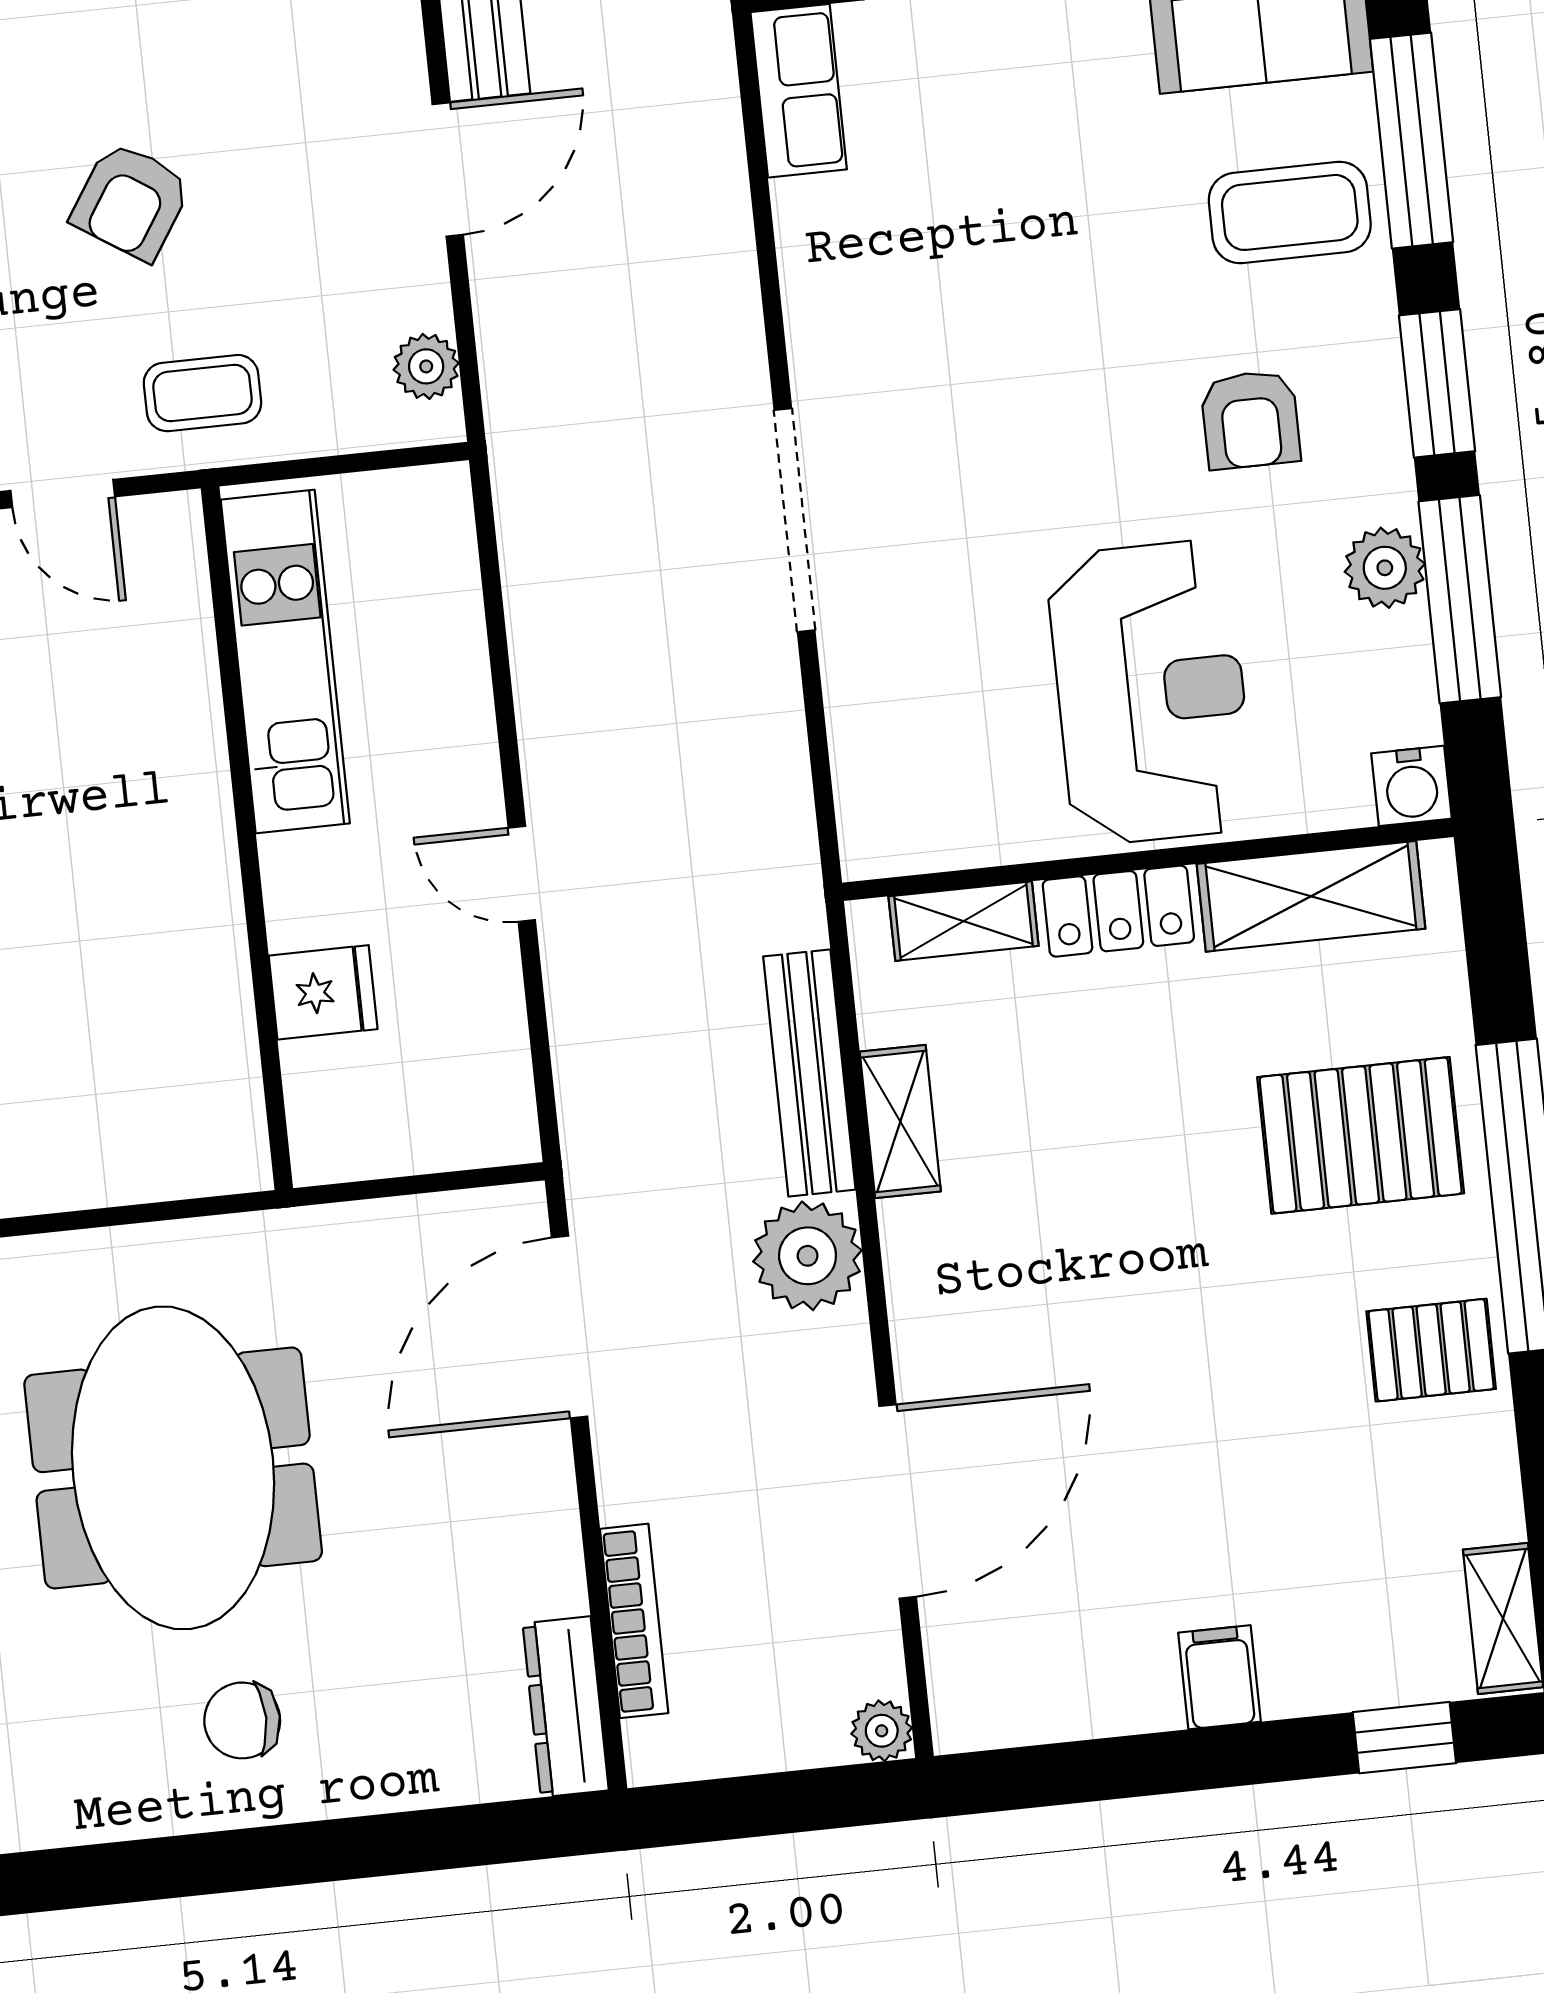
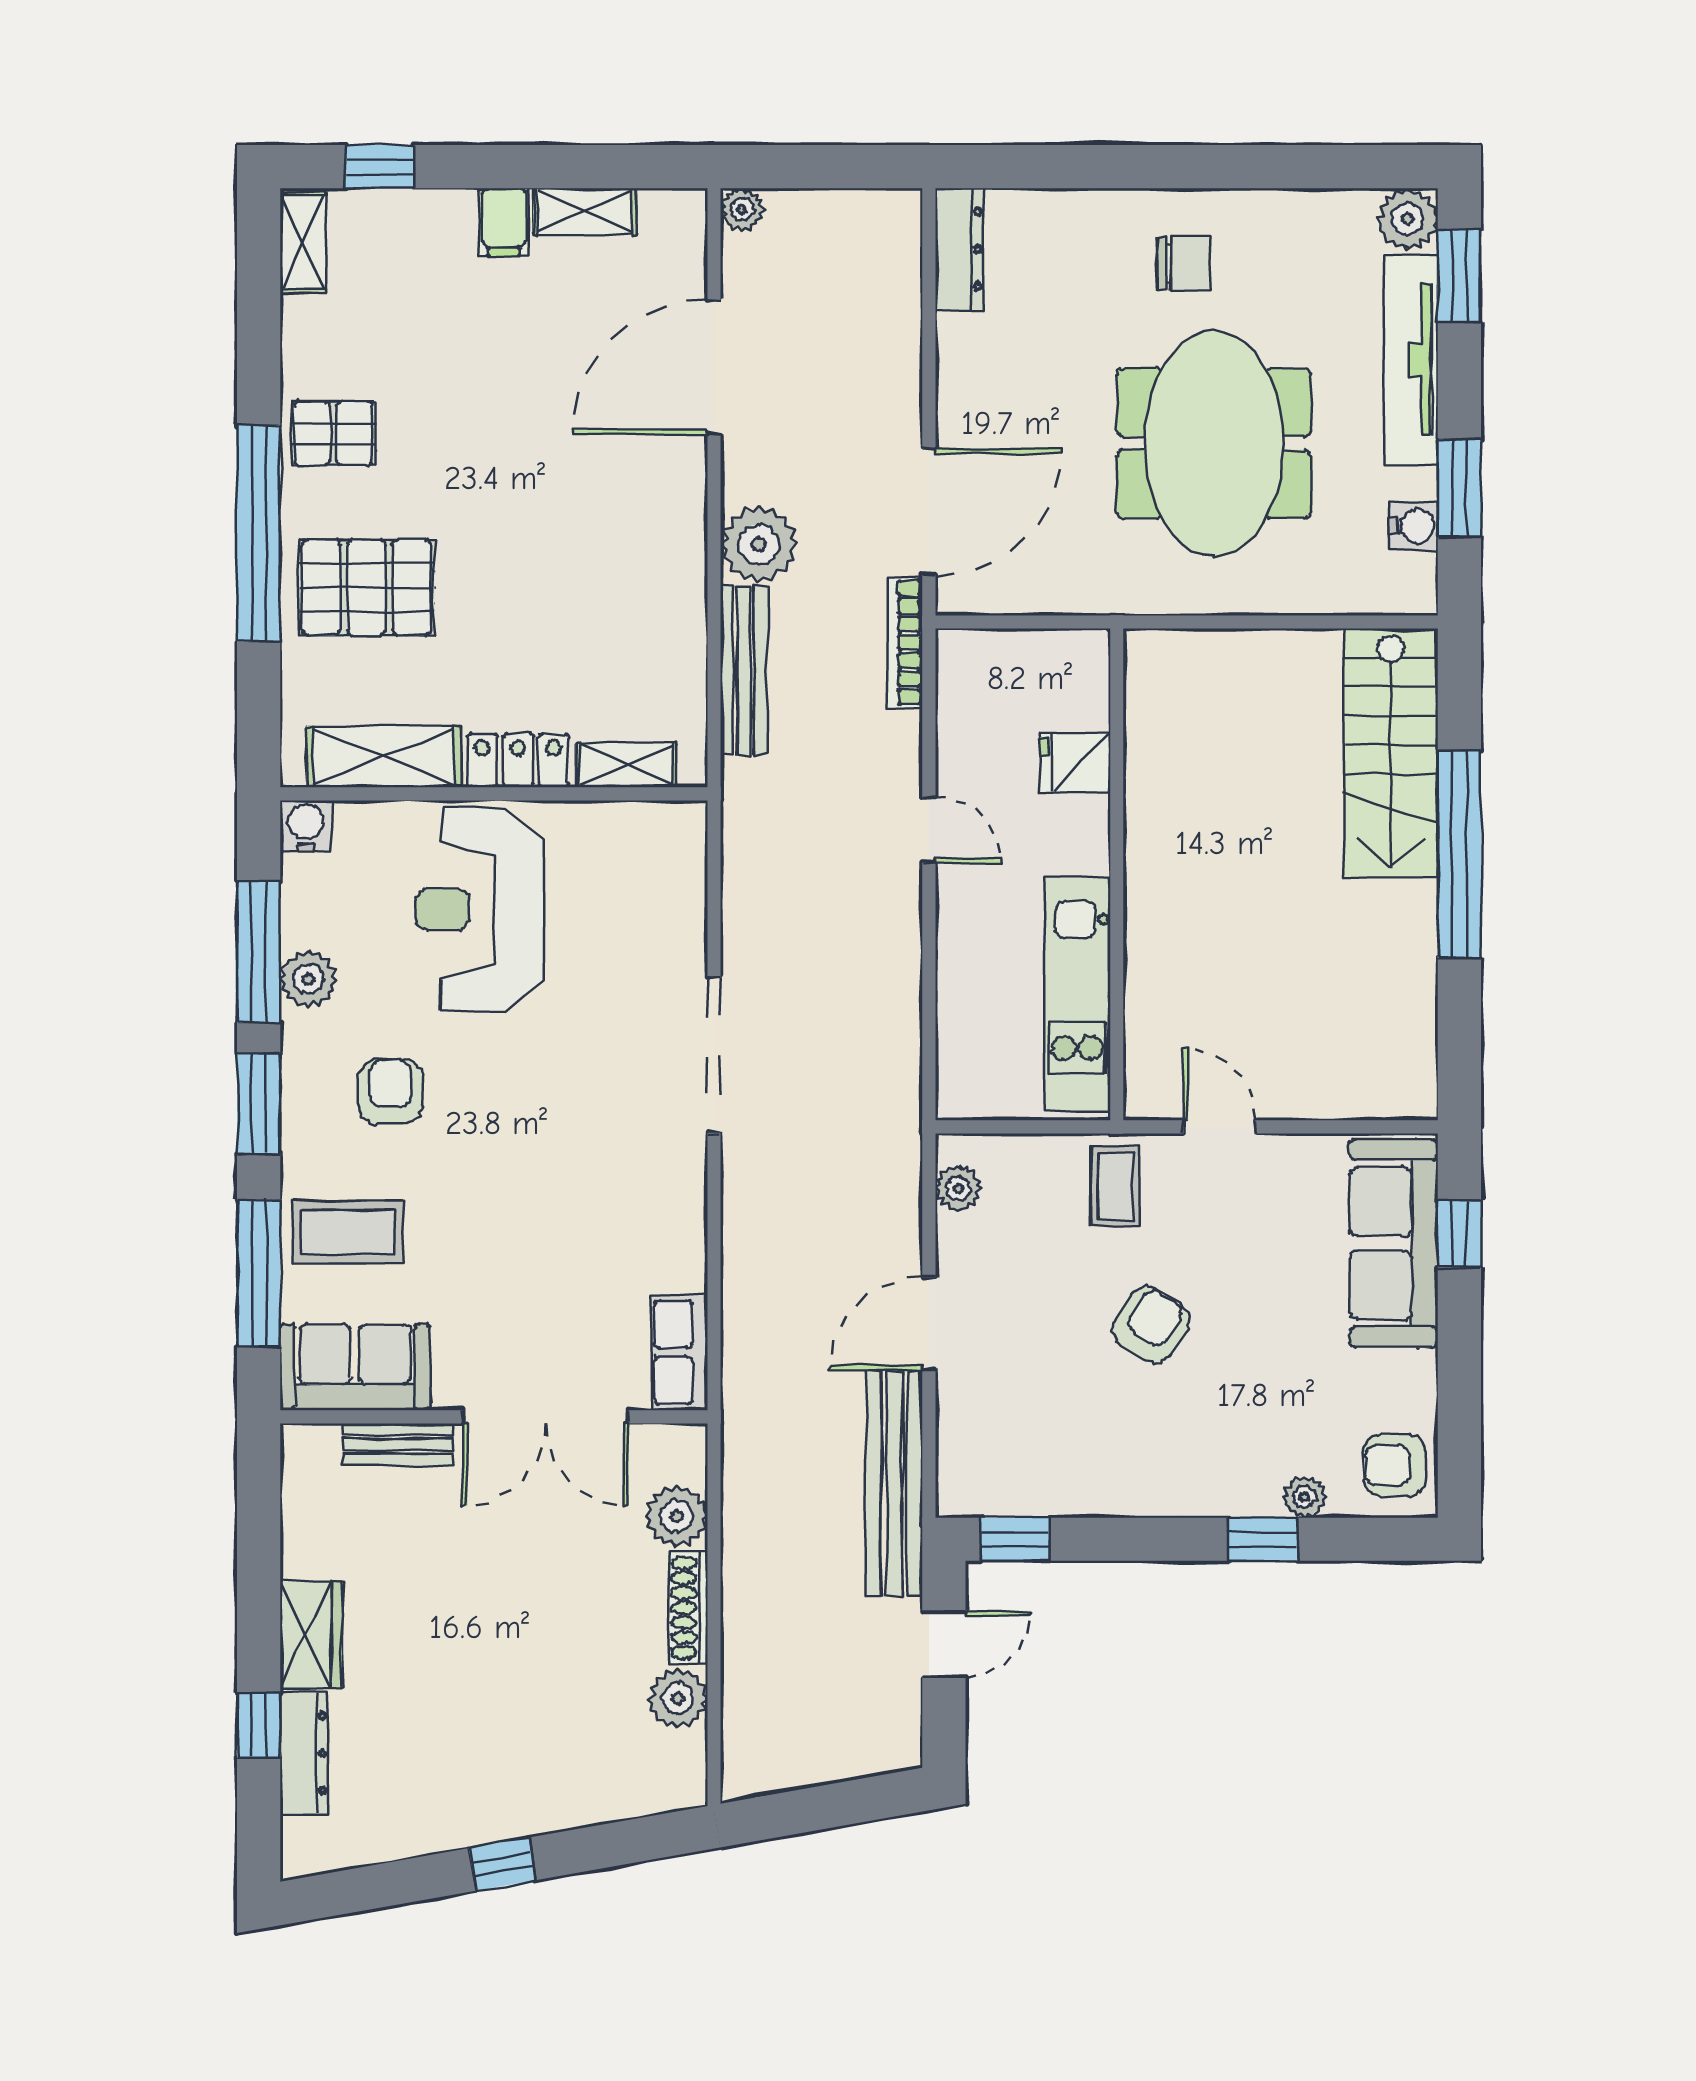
coffee table: (202, 393) -> (1115, 1186), turned 90
shelving: (900, 1122) -> (585, 211), moved, turned 90
bookcase: (634, 1621) -> (905, 643), moved

